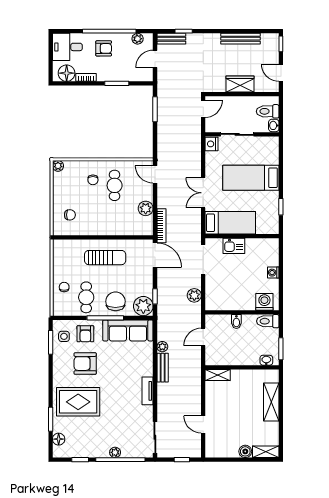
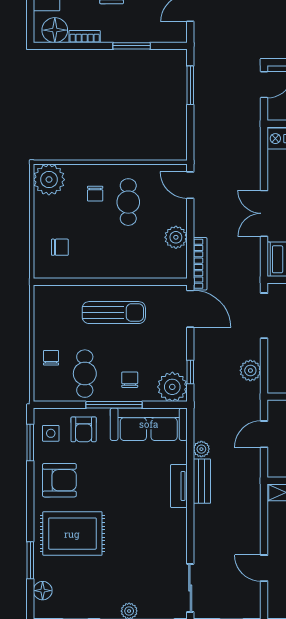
plant: (58, 166) -> (49, 180), width x1.88, depth x1.88
chair: (115, 301) -> (130, 380), width x0.54, depth x0.54
armchair: (85, 364) -> (59, 480), moved, turned 180
tv unit: (148, 391) -> (179, 486), moved

